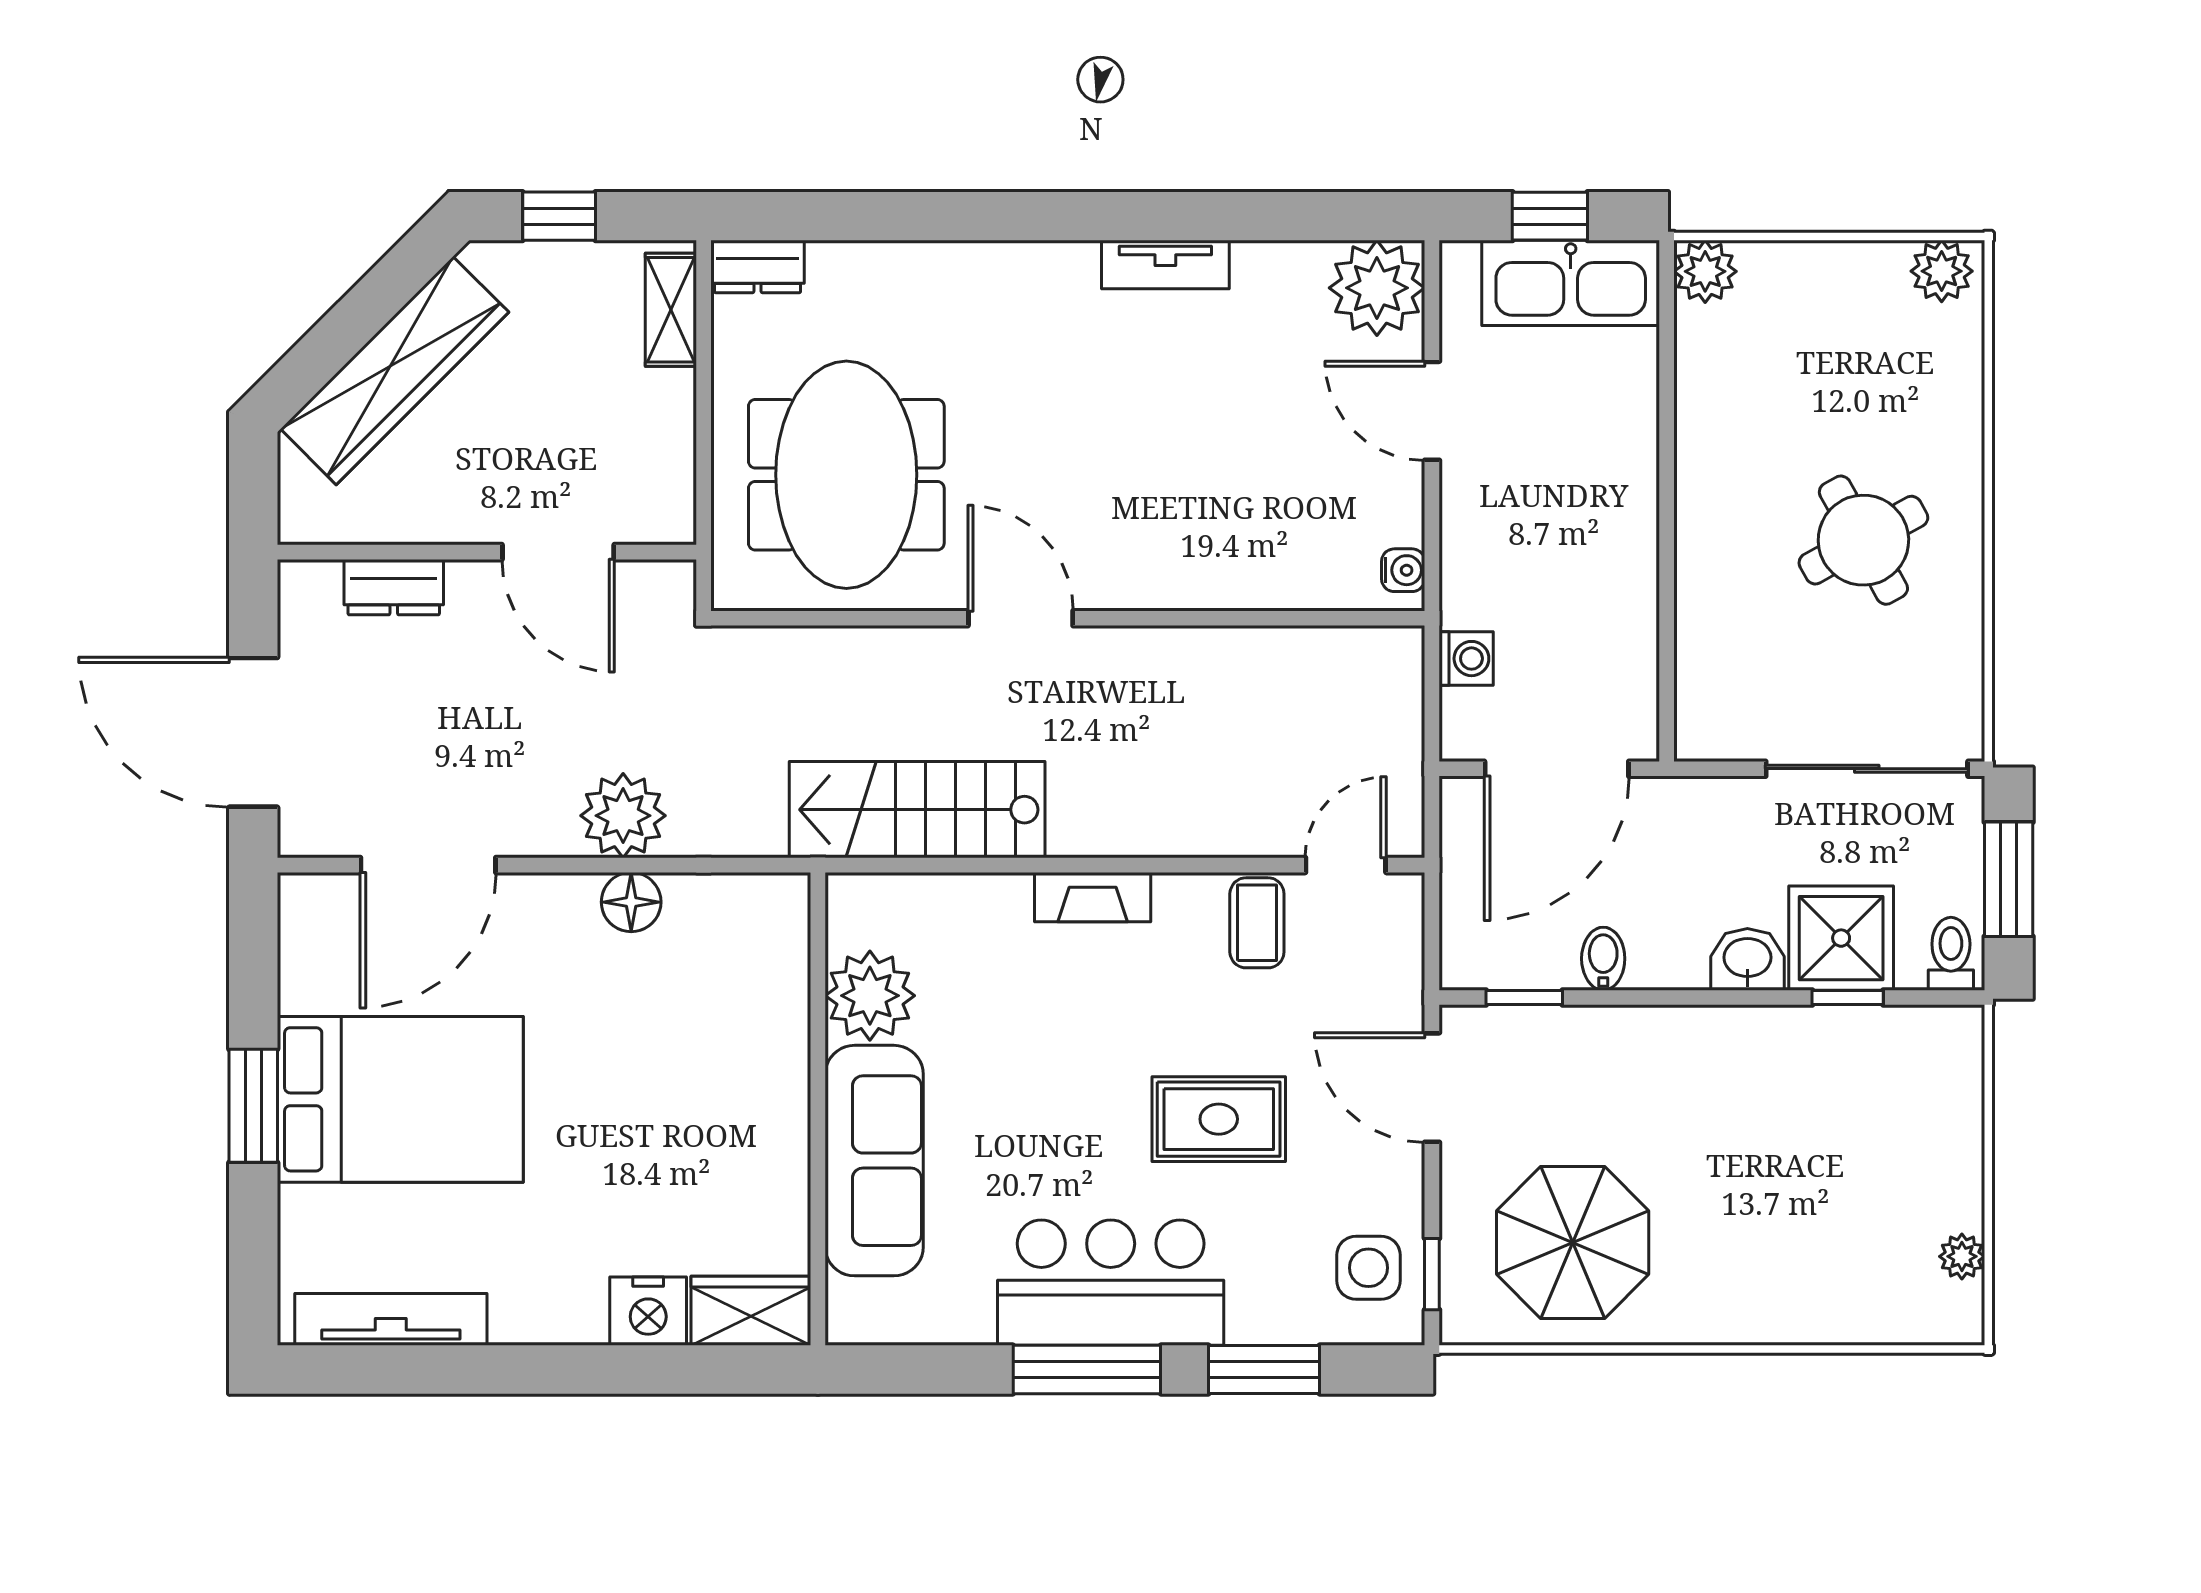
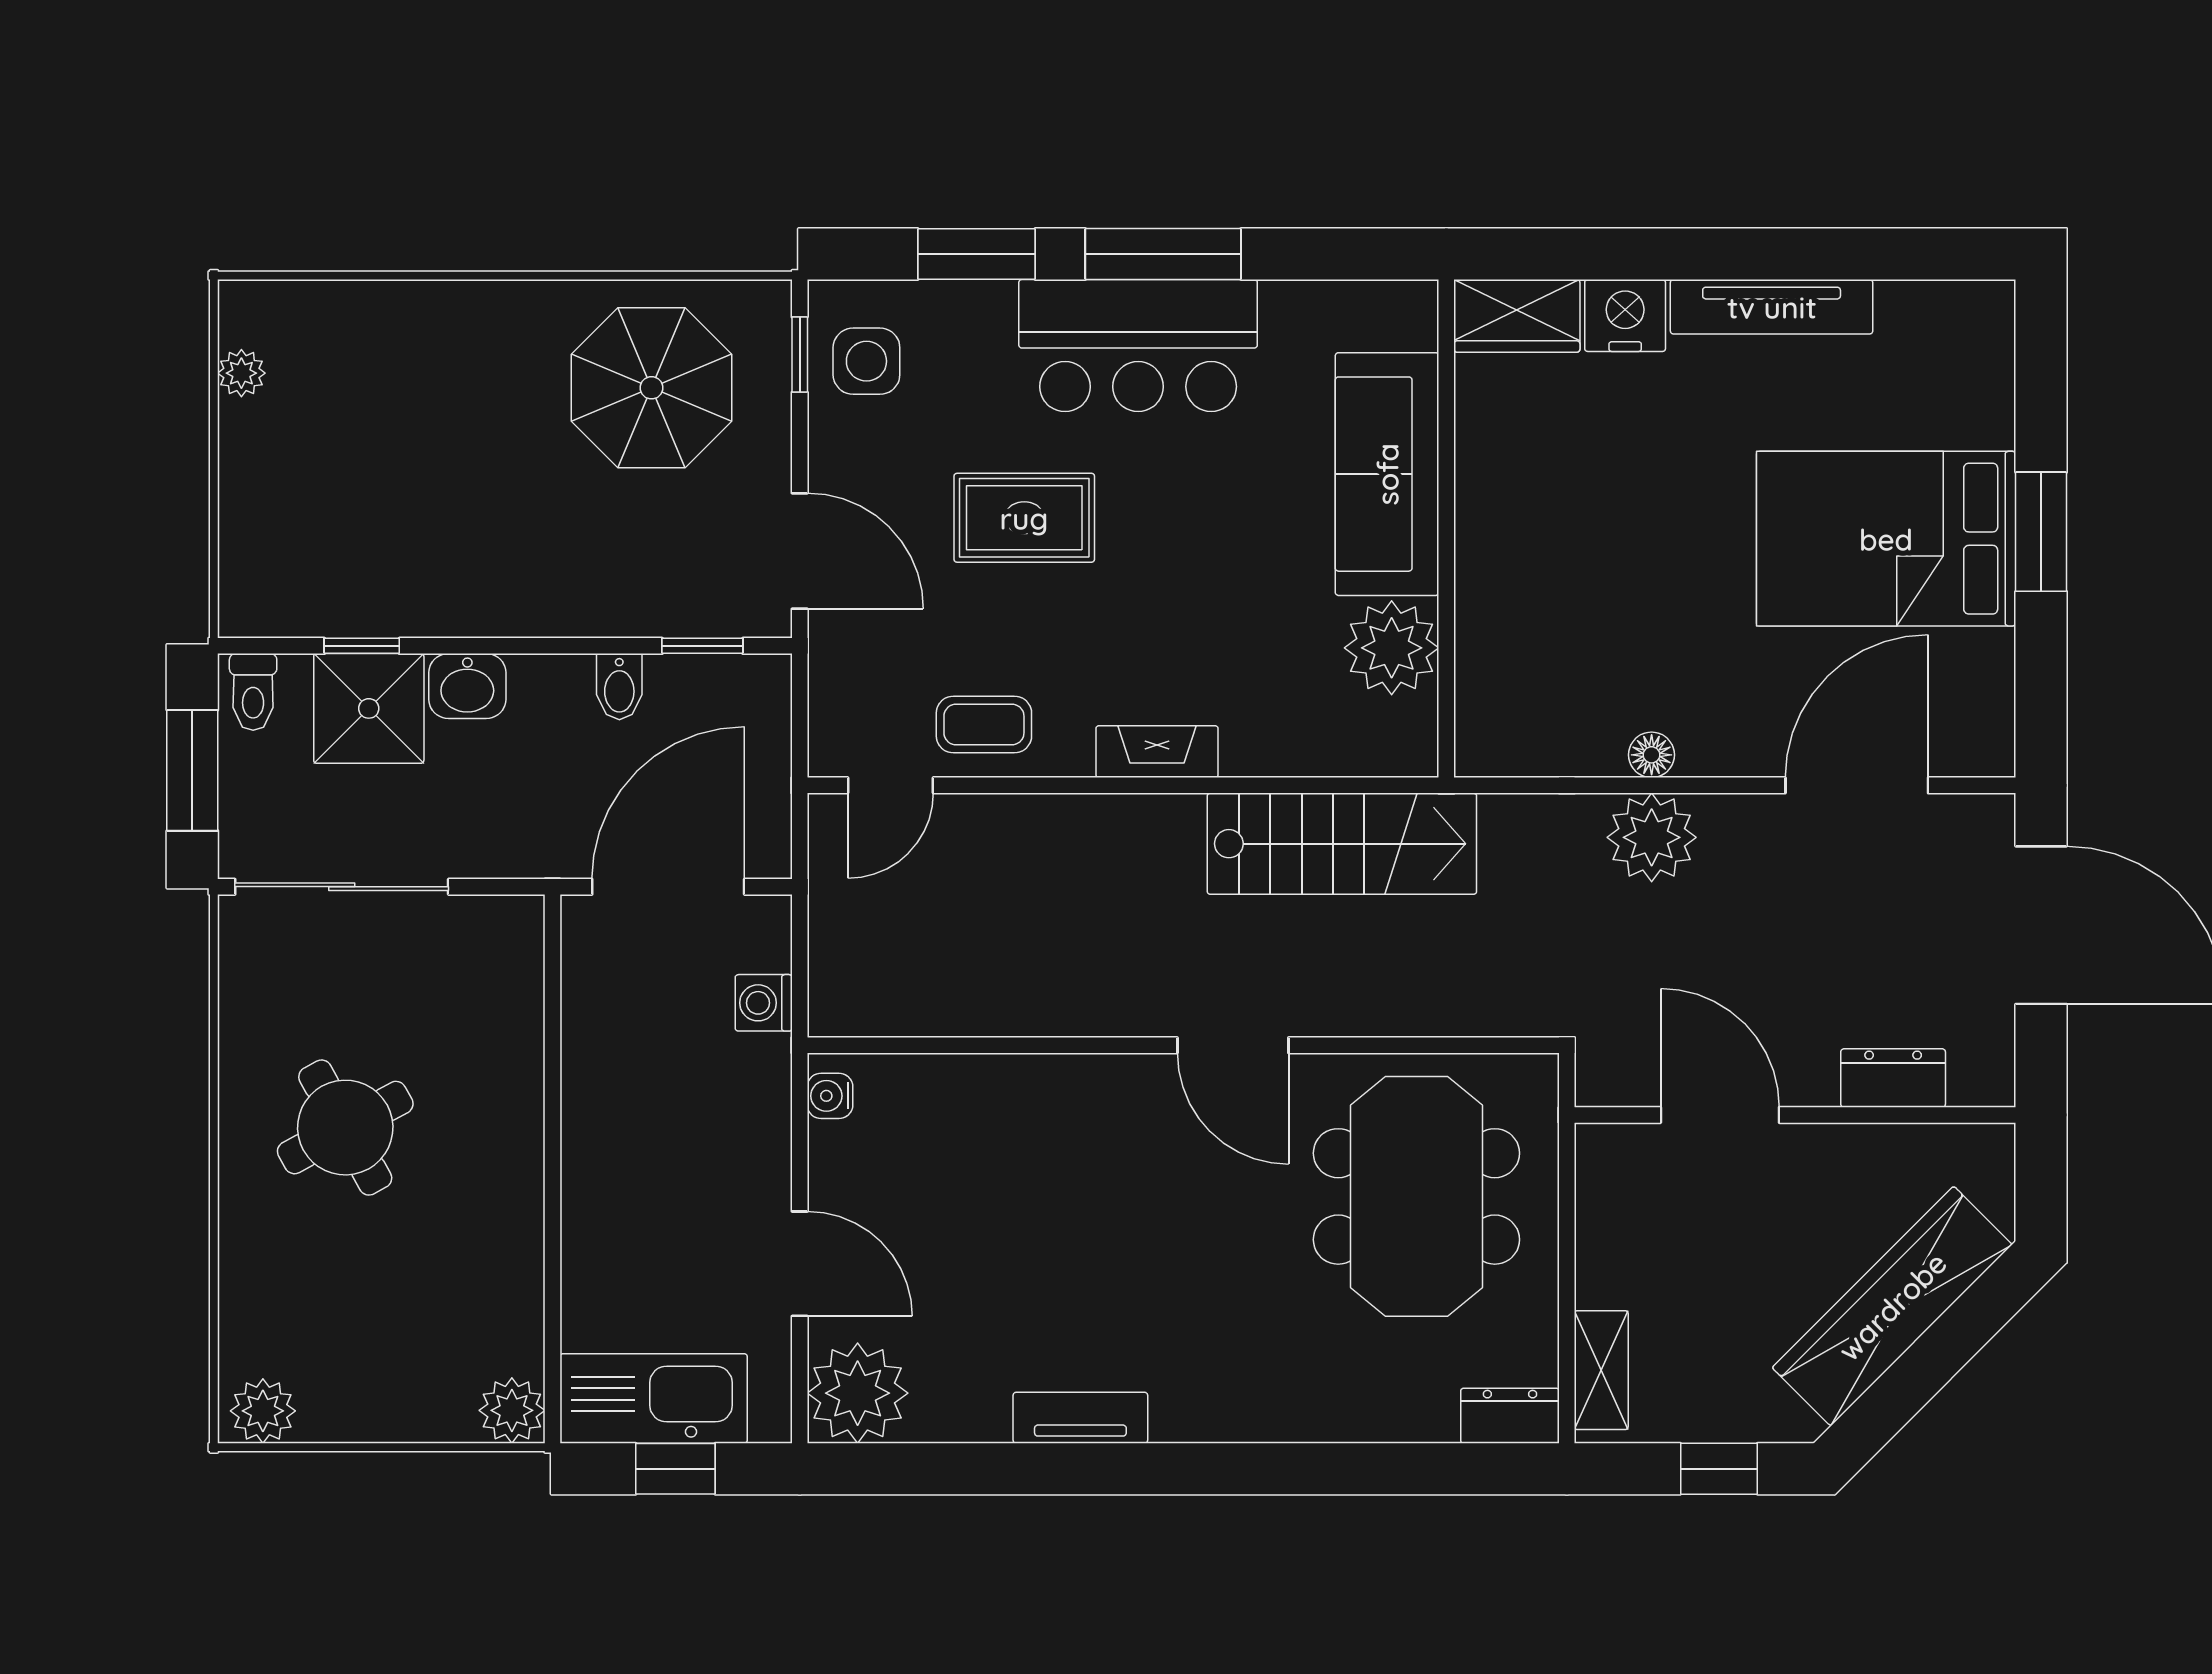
floor lamp: (631, 902) -> (1652, 755), width x0.73, depth x0.73
coffee table: (1257, 923) -> (984, 724), turned 90
tv unit: (391, 1319) -> (1772, 307), moved

